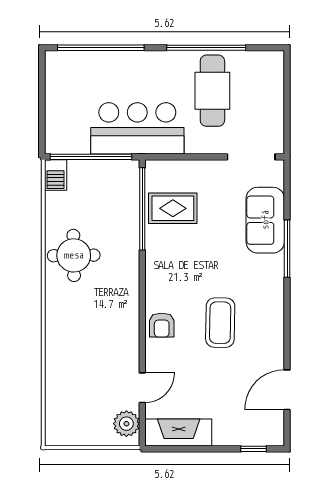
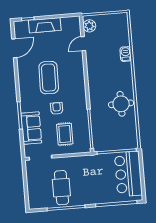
bar counter: (137, 128) -> (128, 174), moved, turned 90
barbecue: (56, 175) -> (126, 54), moved
rug: (173, 208) -> (65, 134), moved, turned 90
coffee table: (220, 323) -> (49, 78), width x1.36, depth x1.32
armchair: (162, 325) -> (57, 108), moved
fireplace: (179, 433) -> (45, 25), moved

